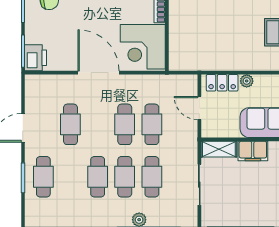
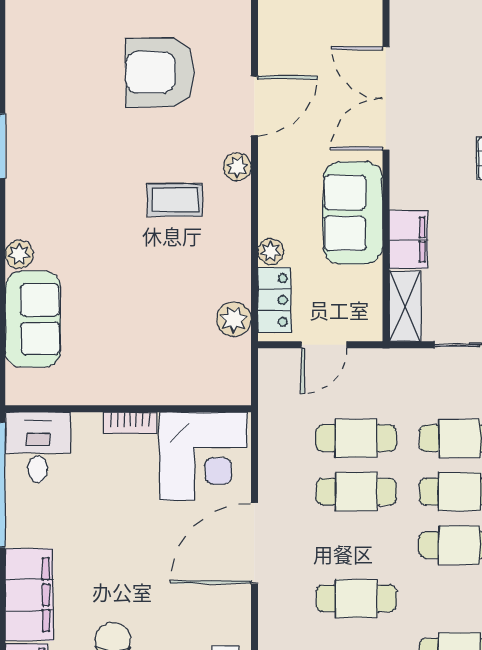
plant: (212, 62) -> (234, 319), added

